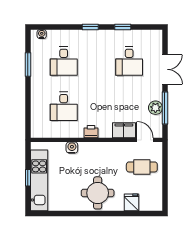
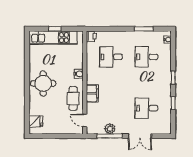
filing cabinet: (124, 130) -> (92, 93), moved
printer: (91, 132) -> (91, 36), moved
door: (145, 140) -> (85, 121), swing flipped
water cooler: (72, 148) -> (79, 74), moved
cafe table: (142, 167) -> (73, 98), moved
fridge: (131, 202) -> (36, 122), moved

